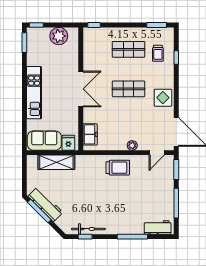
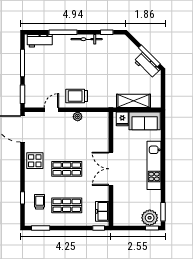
plant: (59, 36) -> (150, 218), moved
freezer: (90, 134) -> (102, 211), moved
plant: (132, 145) -> (78, 117), moved
door: (157, 153) -> (51, 110), moved
workbench: (45, 204) -> (147, 65), width x0.73
bicycle: (88, 229) -> (87, 39), moved

